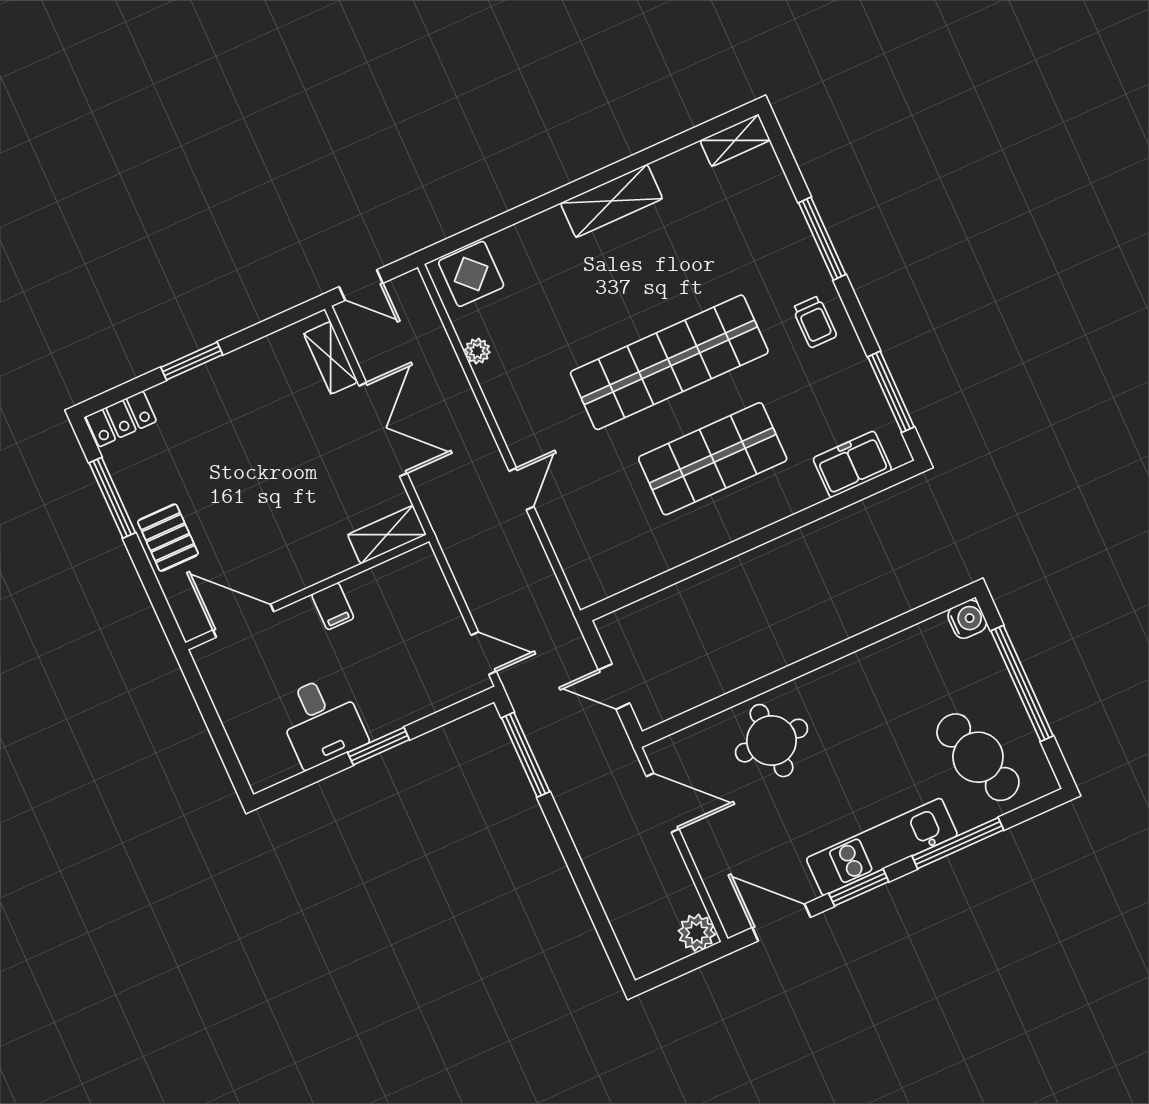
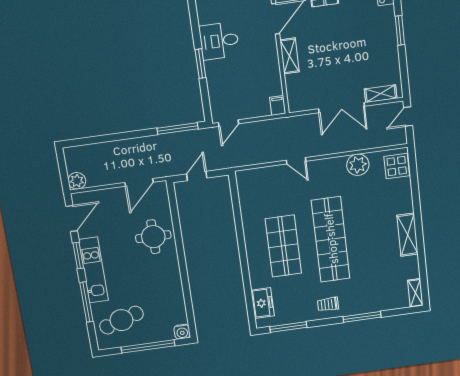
plant: (477, 351) -> (358, 165), width x1.88, depth x1.88
shelving: (387, 535) -> (290, 56), moved
filing cabinet: (333, 606) -> (278, 105), moved, turned 90

